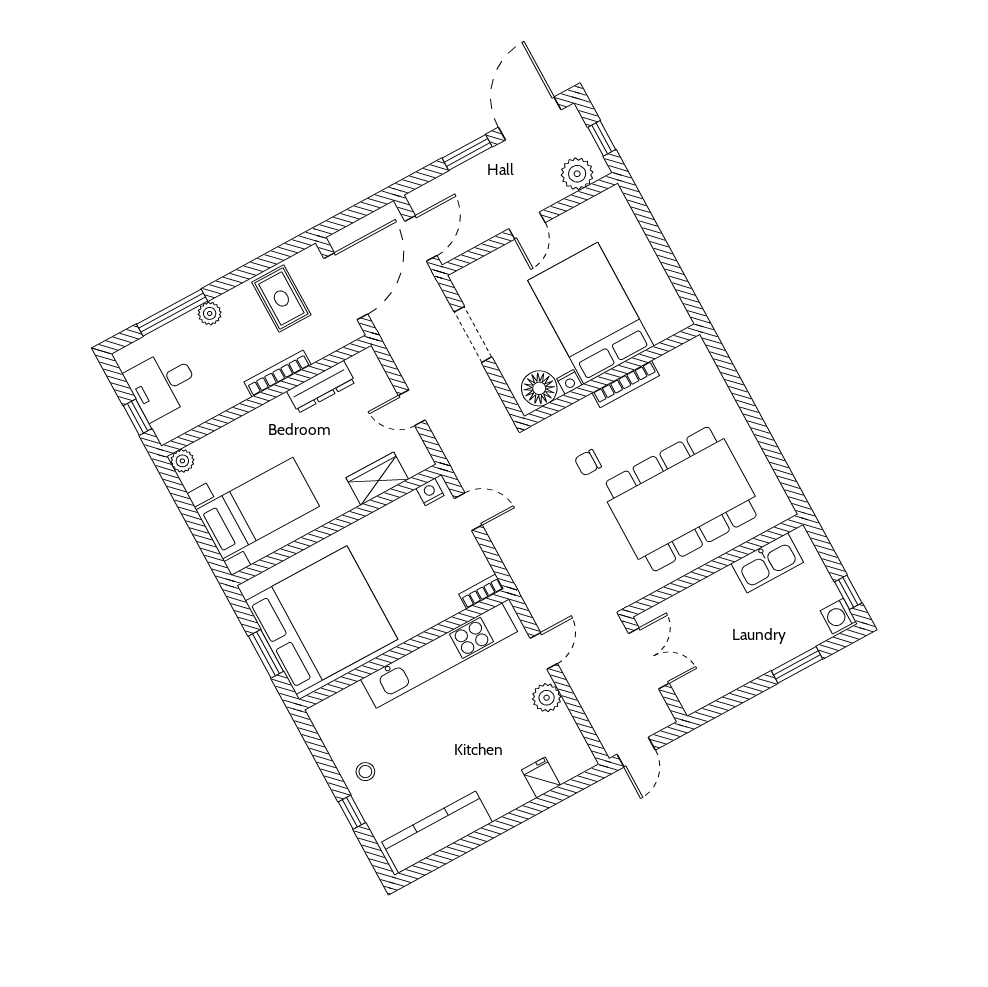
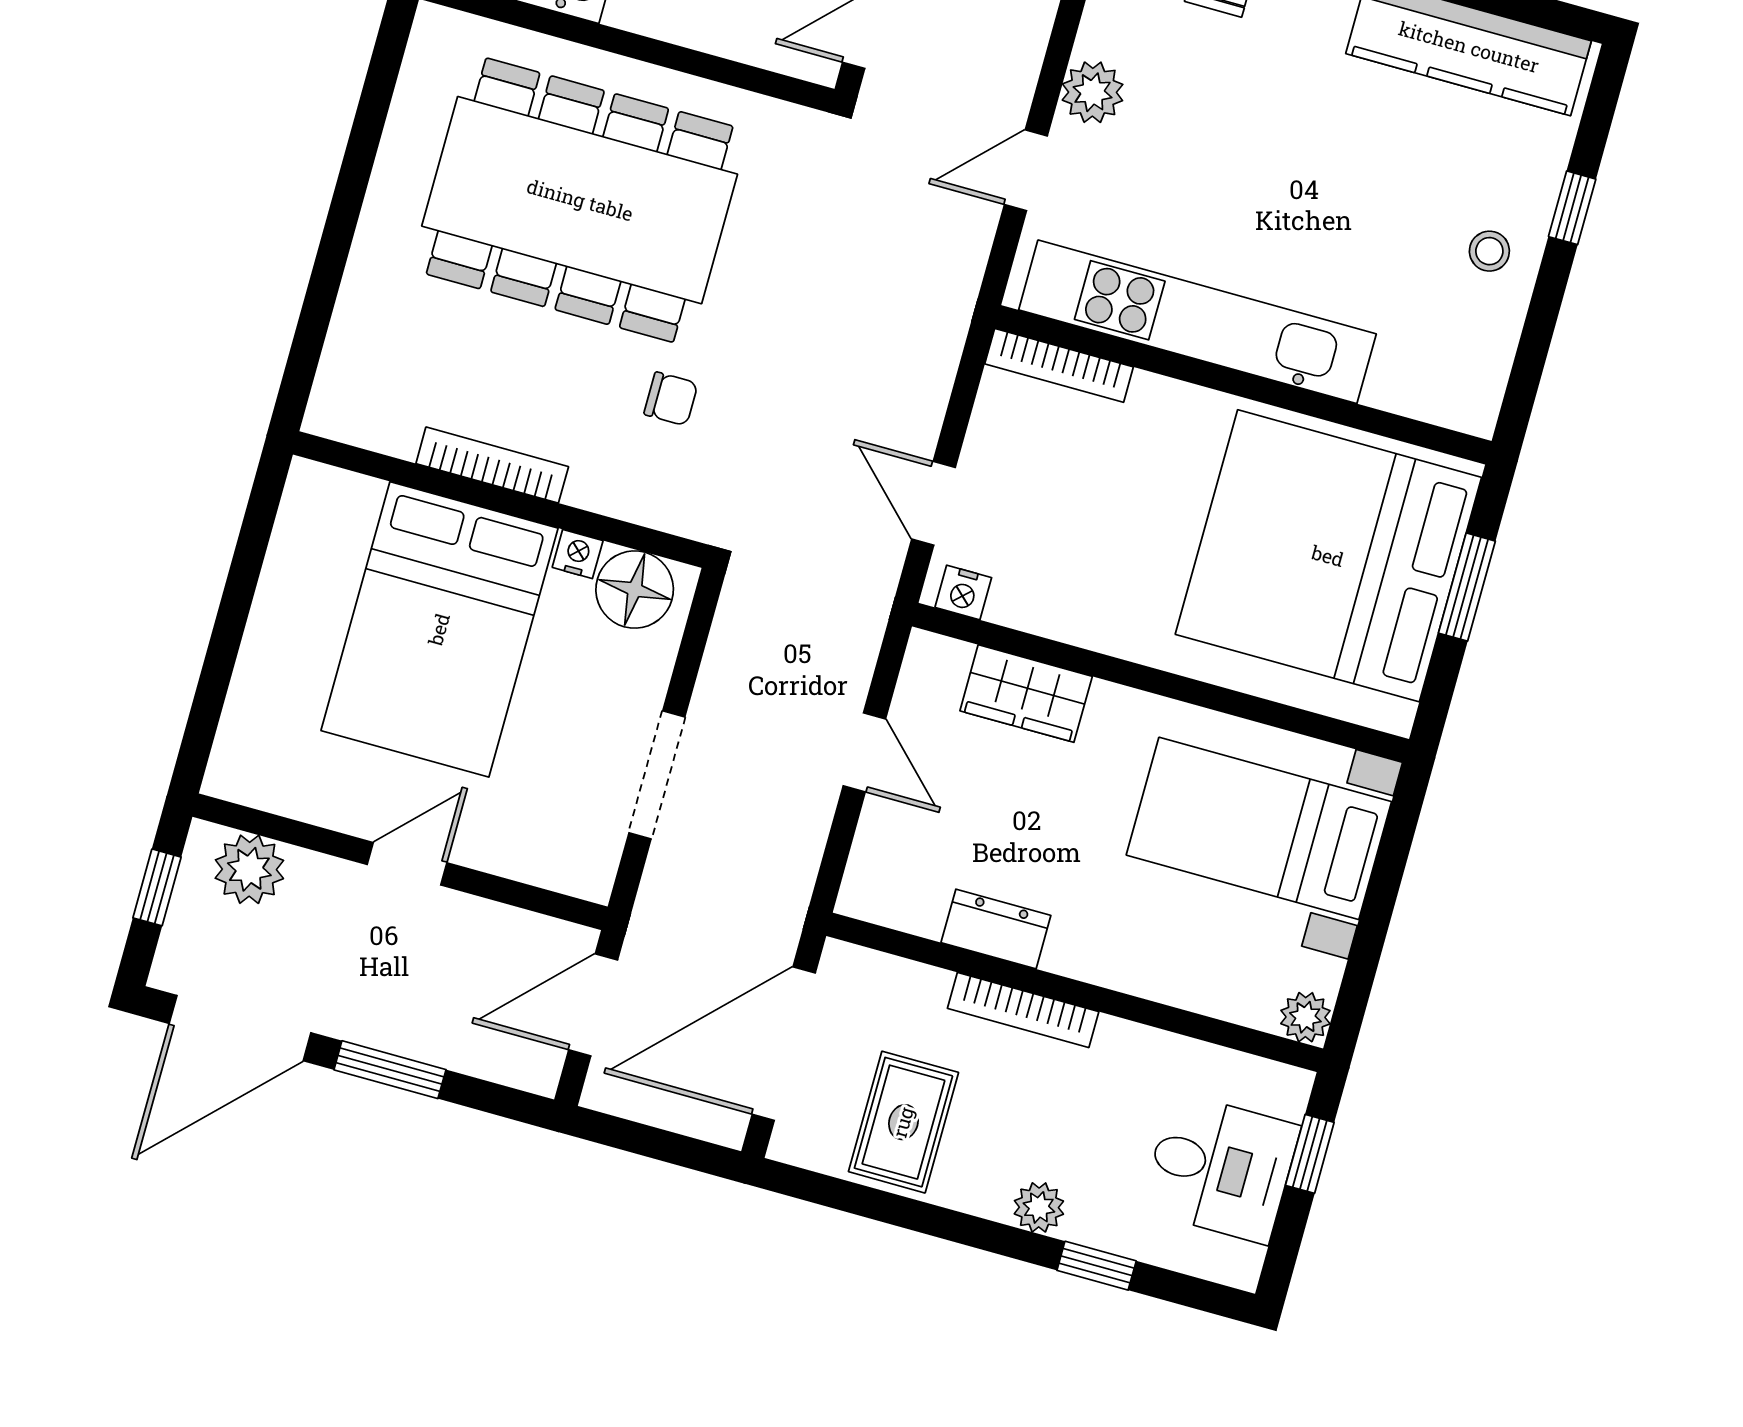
window: (172, 313) -> (1097, 1266), width x0.46
dresser: (321, 387) -> (996, 929), width x0.70
bookcase: (481, 591) -> (1059, 365), width x1.56

